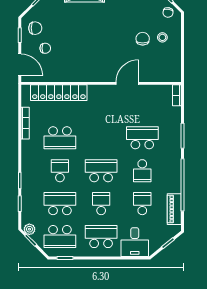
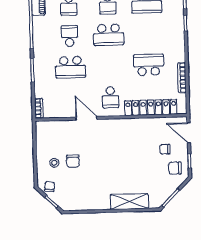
door: (127, 83) -> (86, 118), swing flipped
school desk: (60, 171) -> (110, 97), moved

